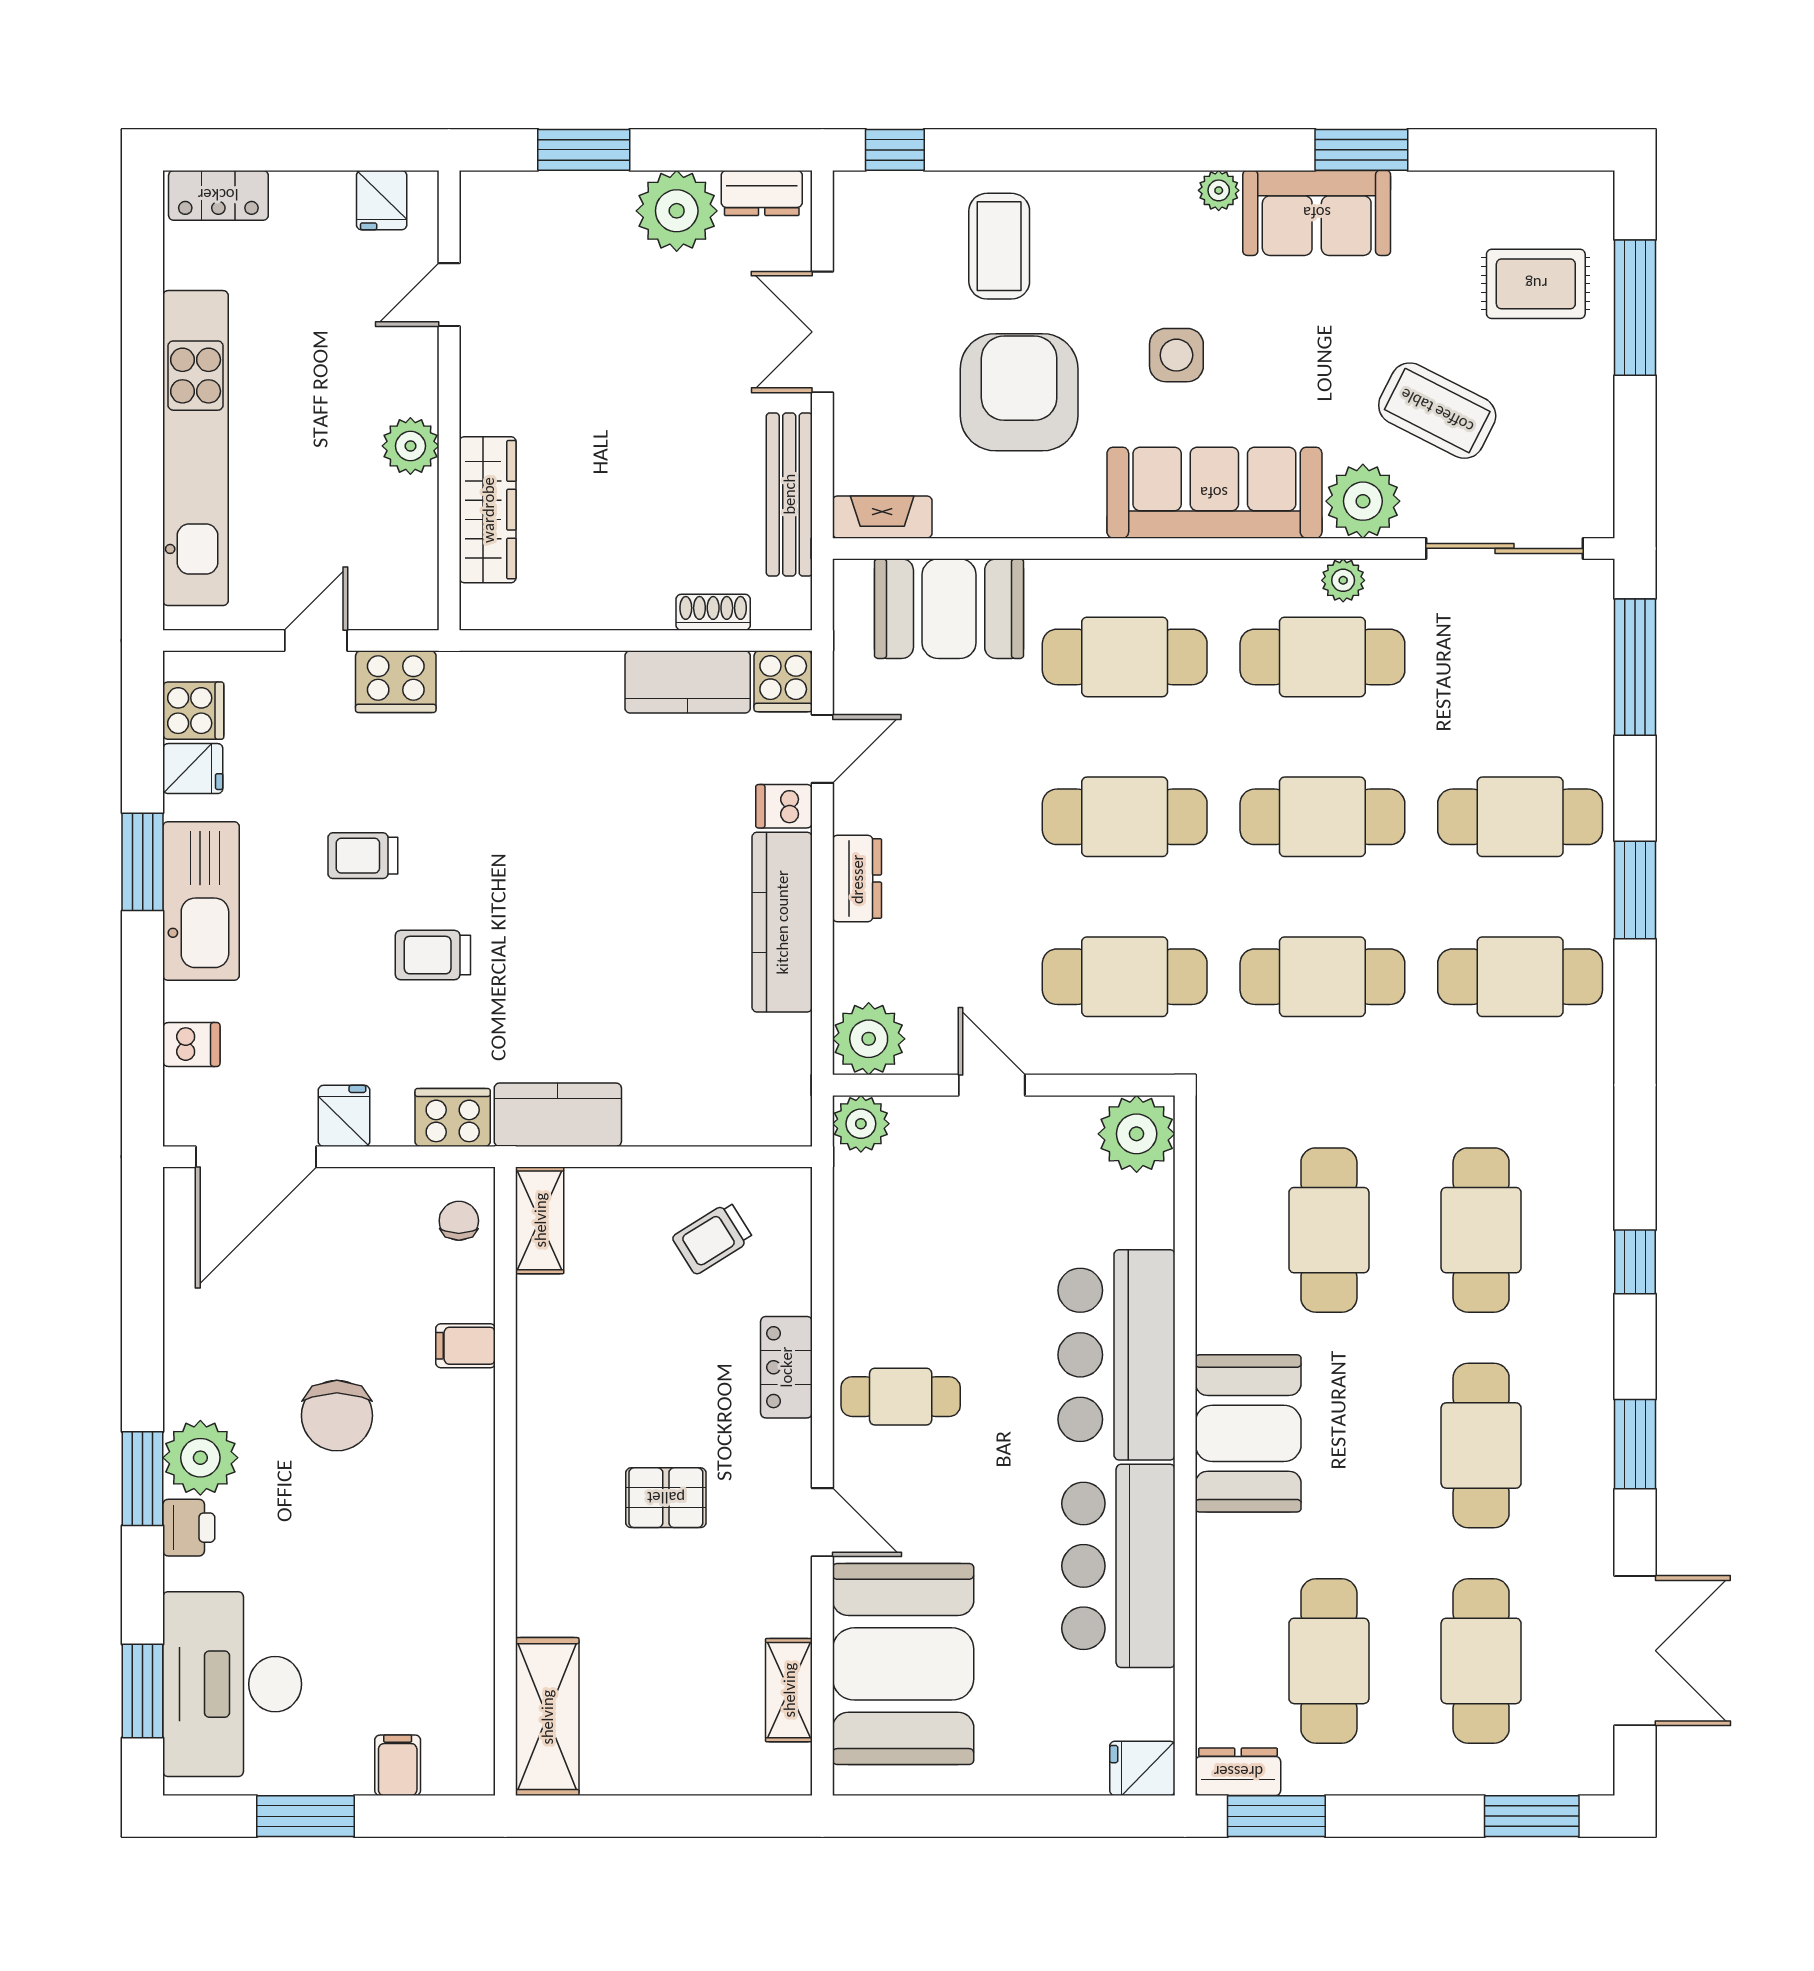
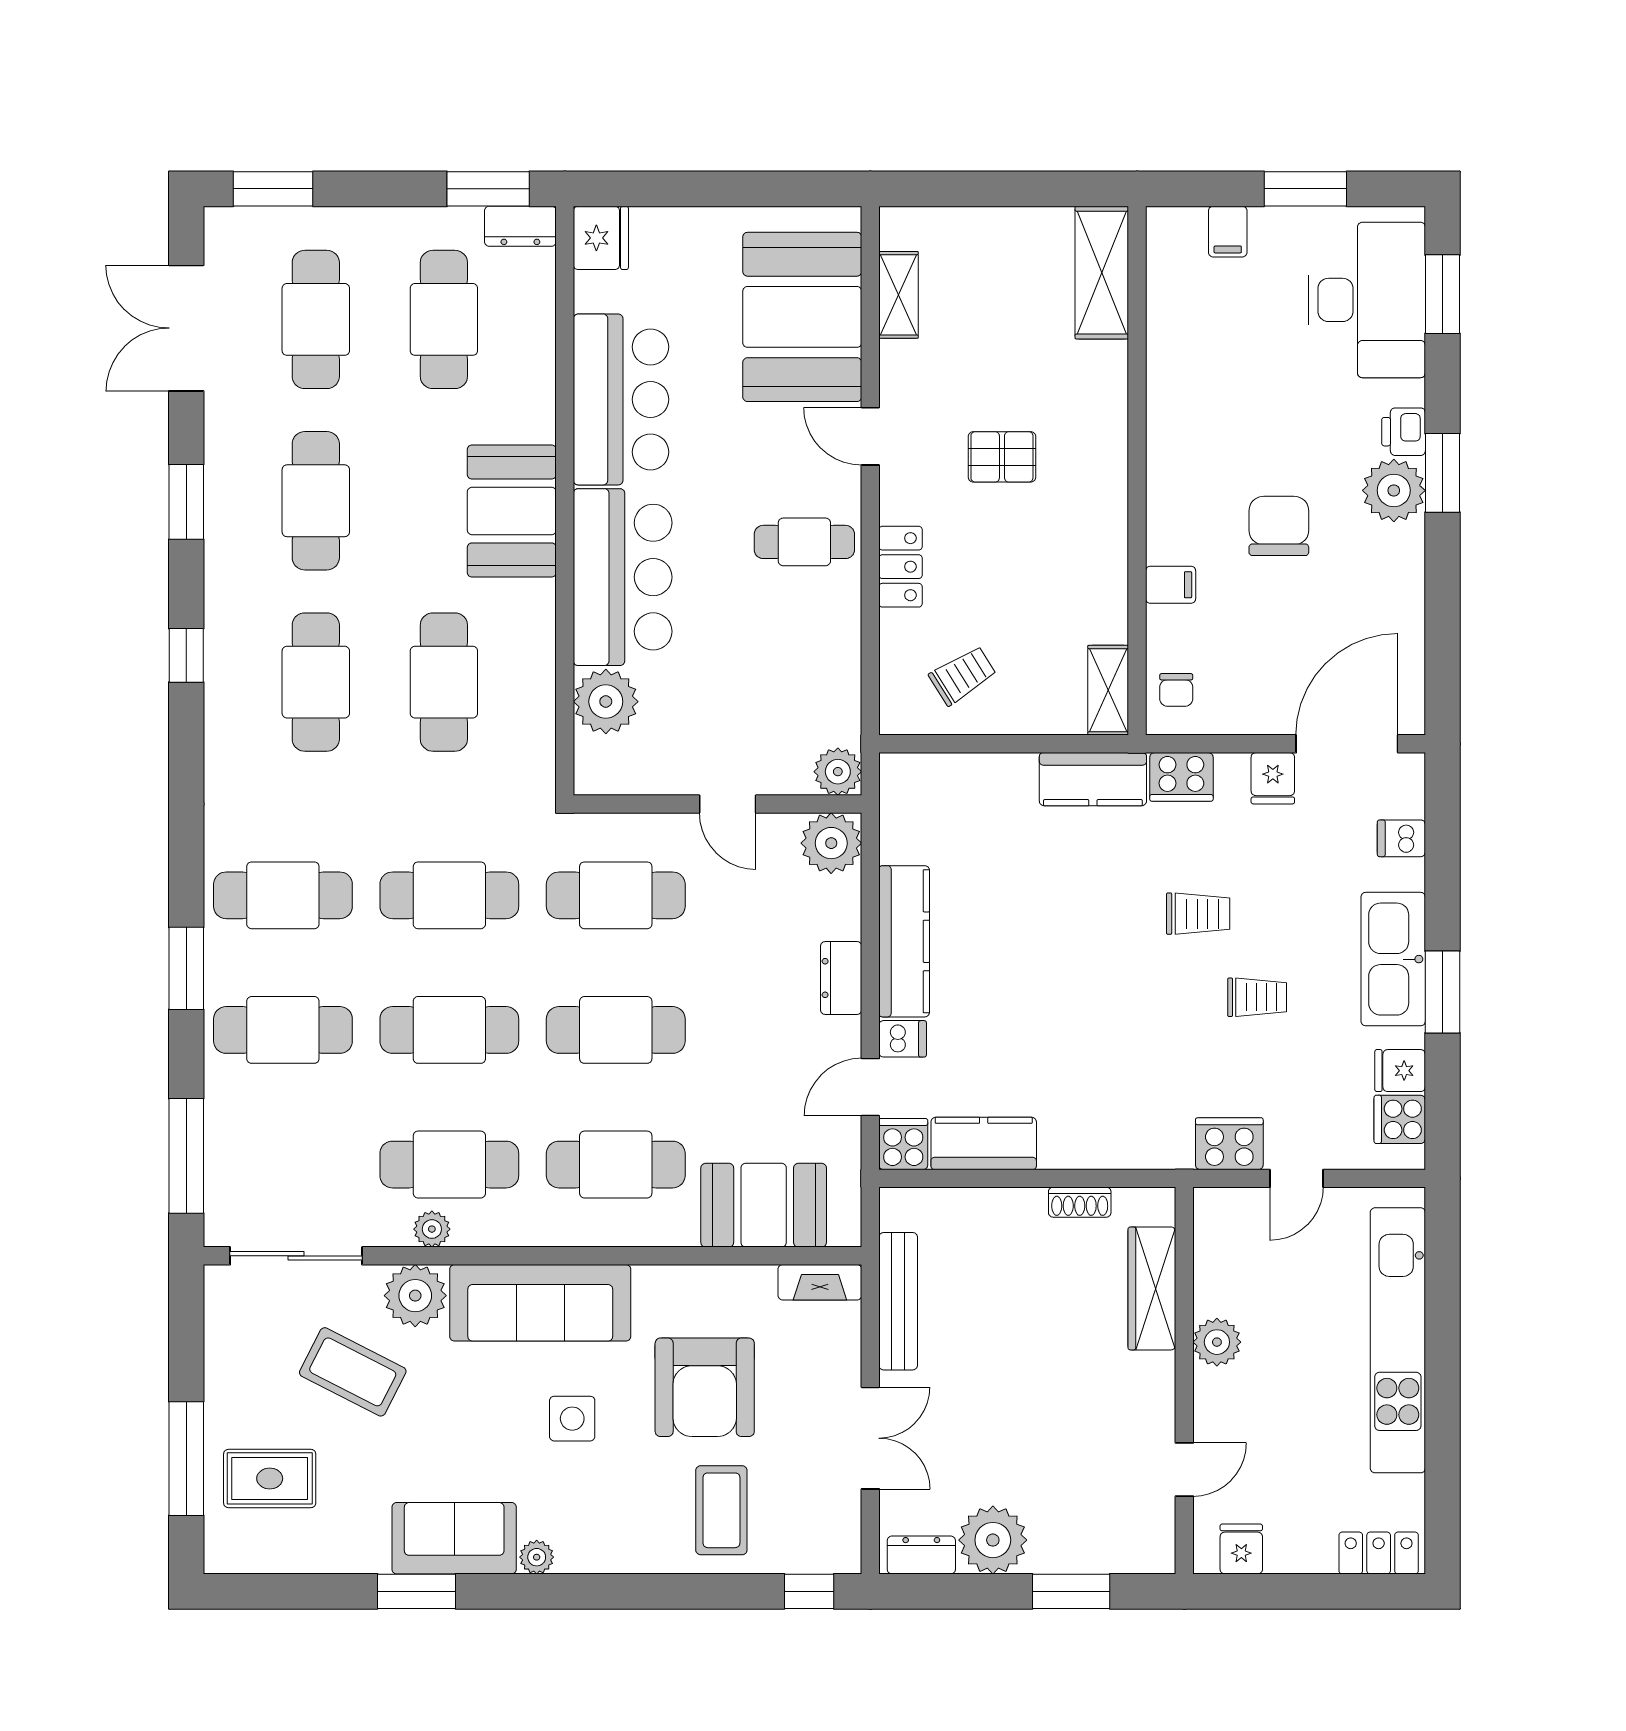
shoe rack: (713, 612) -> (1080, 1202), moved
plant: (1137, 1134) -> (606, 702), moved
fridge: (1142, 1768) -> (601, 238), width x1.38

